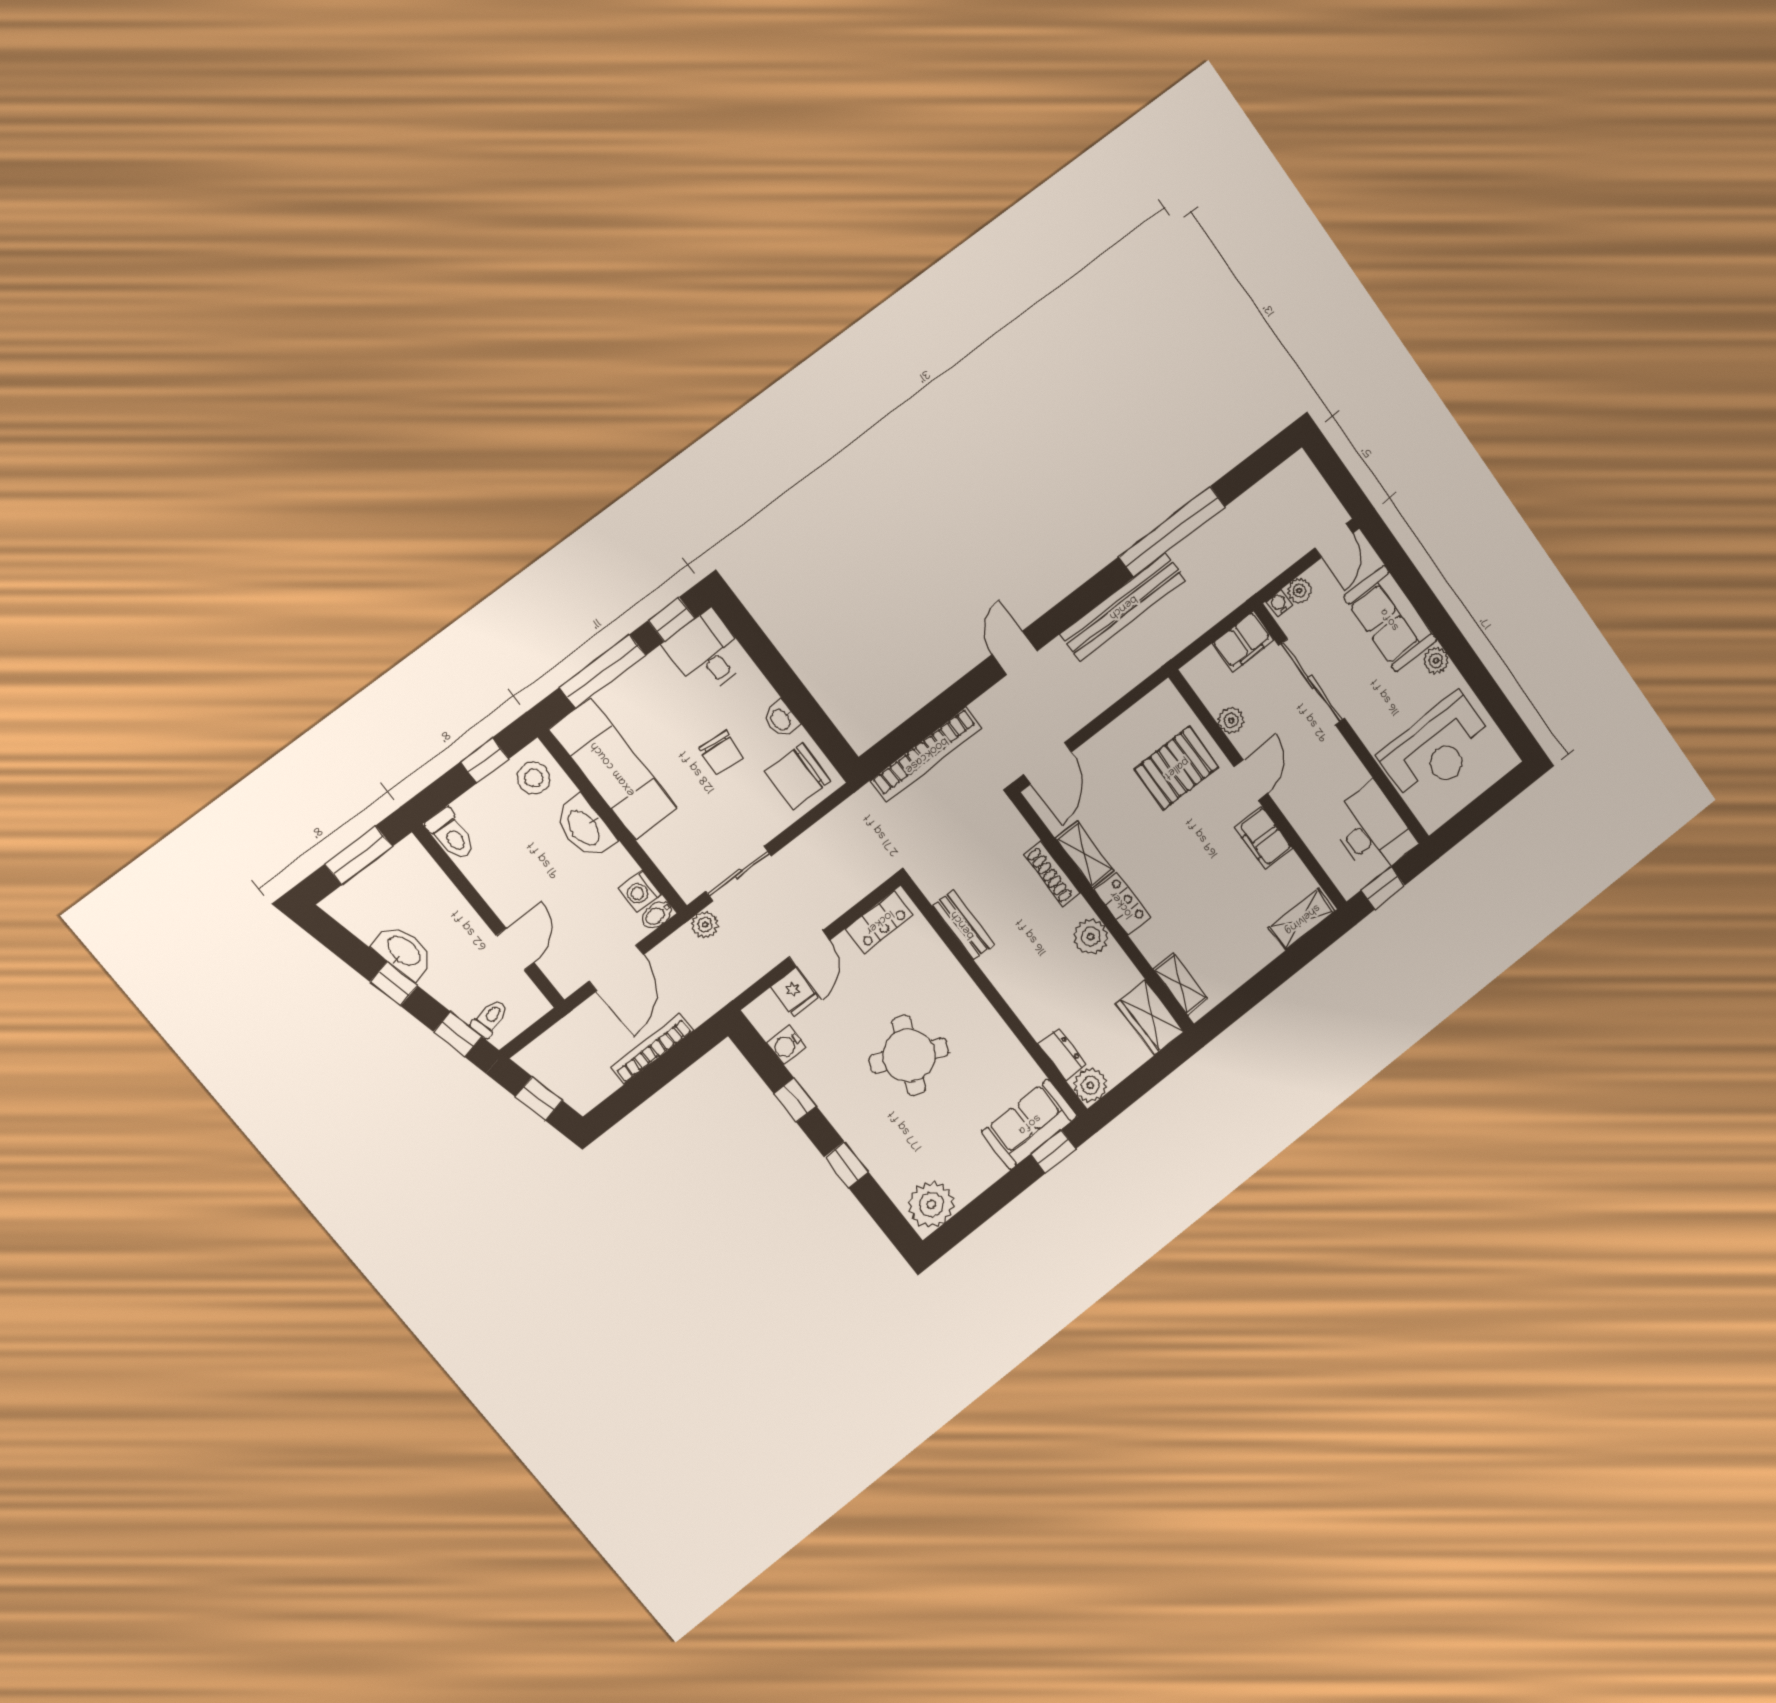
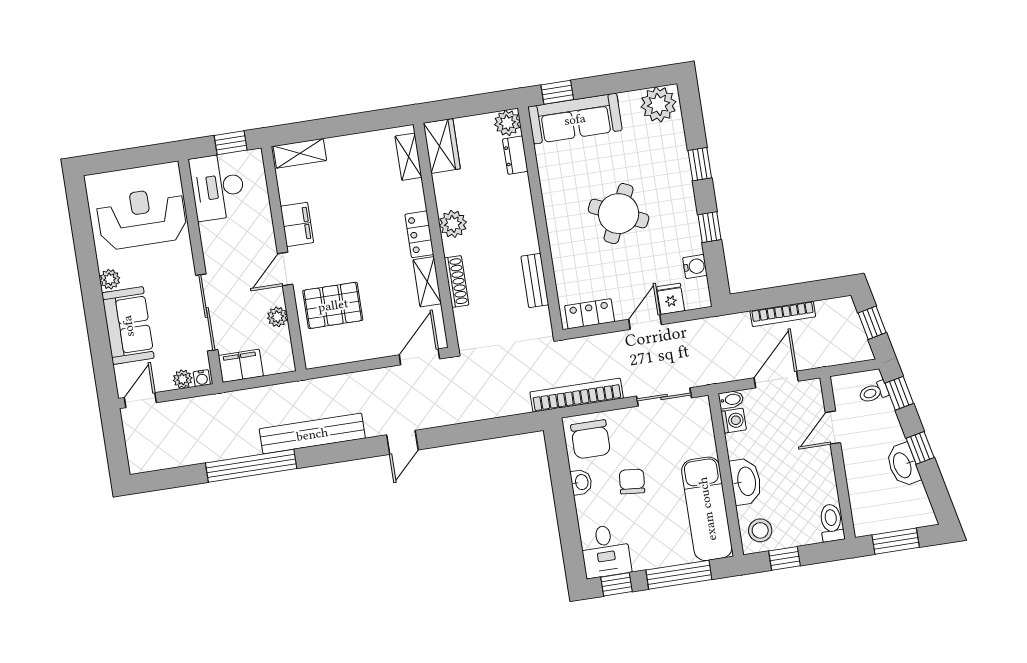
bookcase: (926, 755) -> (577, 395), moved
chair: (798, 776) -> (591, 439), turned 90
plant: (705, 925) -> (704, 376), removed
sofa: (1029, 1124) -> (575, 119), width x1.36

